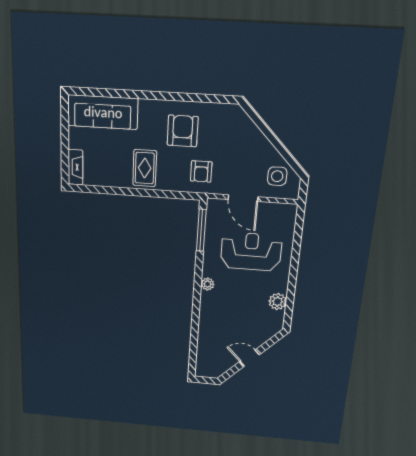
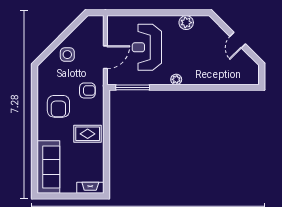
armchair: (183, 131) -> (58, 106), turned -90
side table: (277, 176) -> (67, 55), moved

